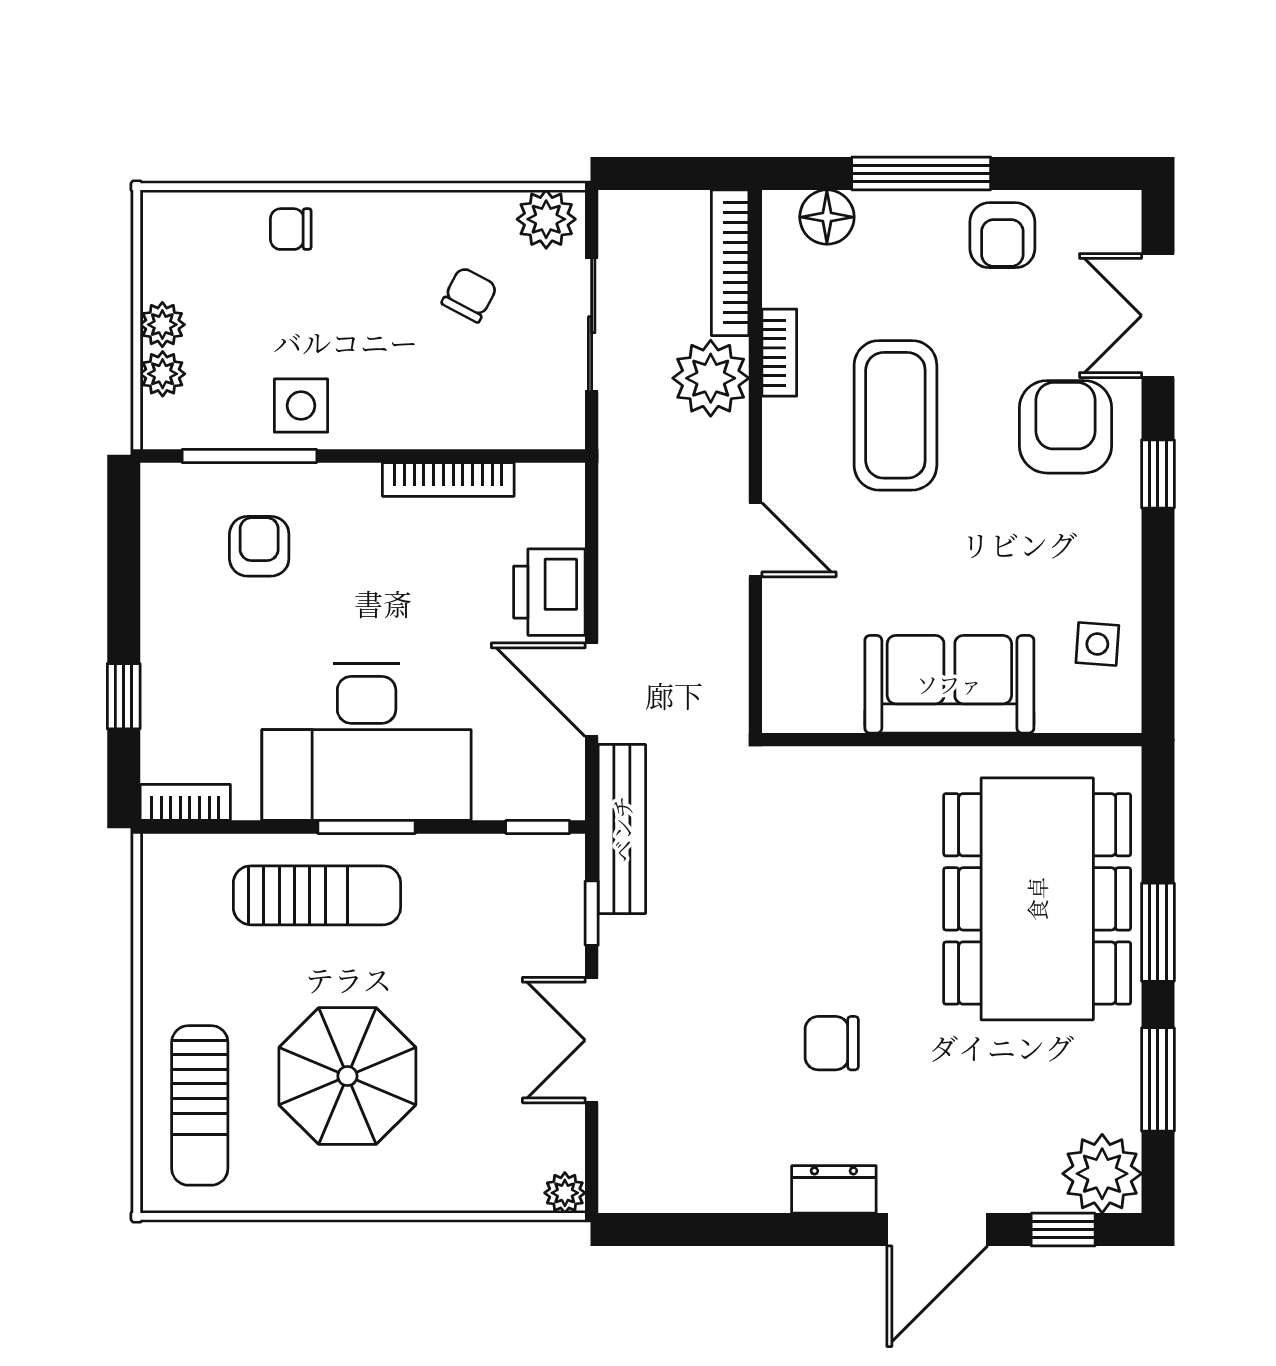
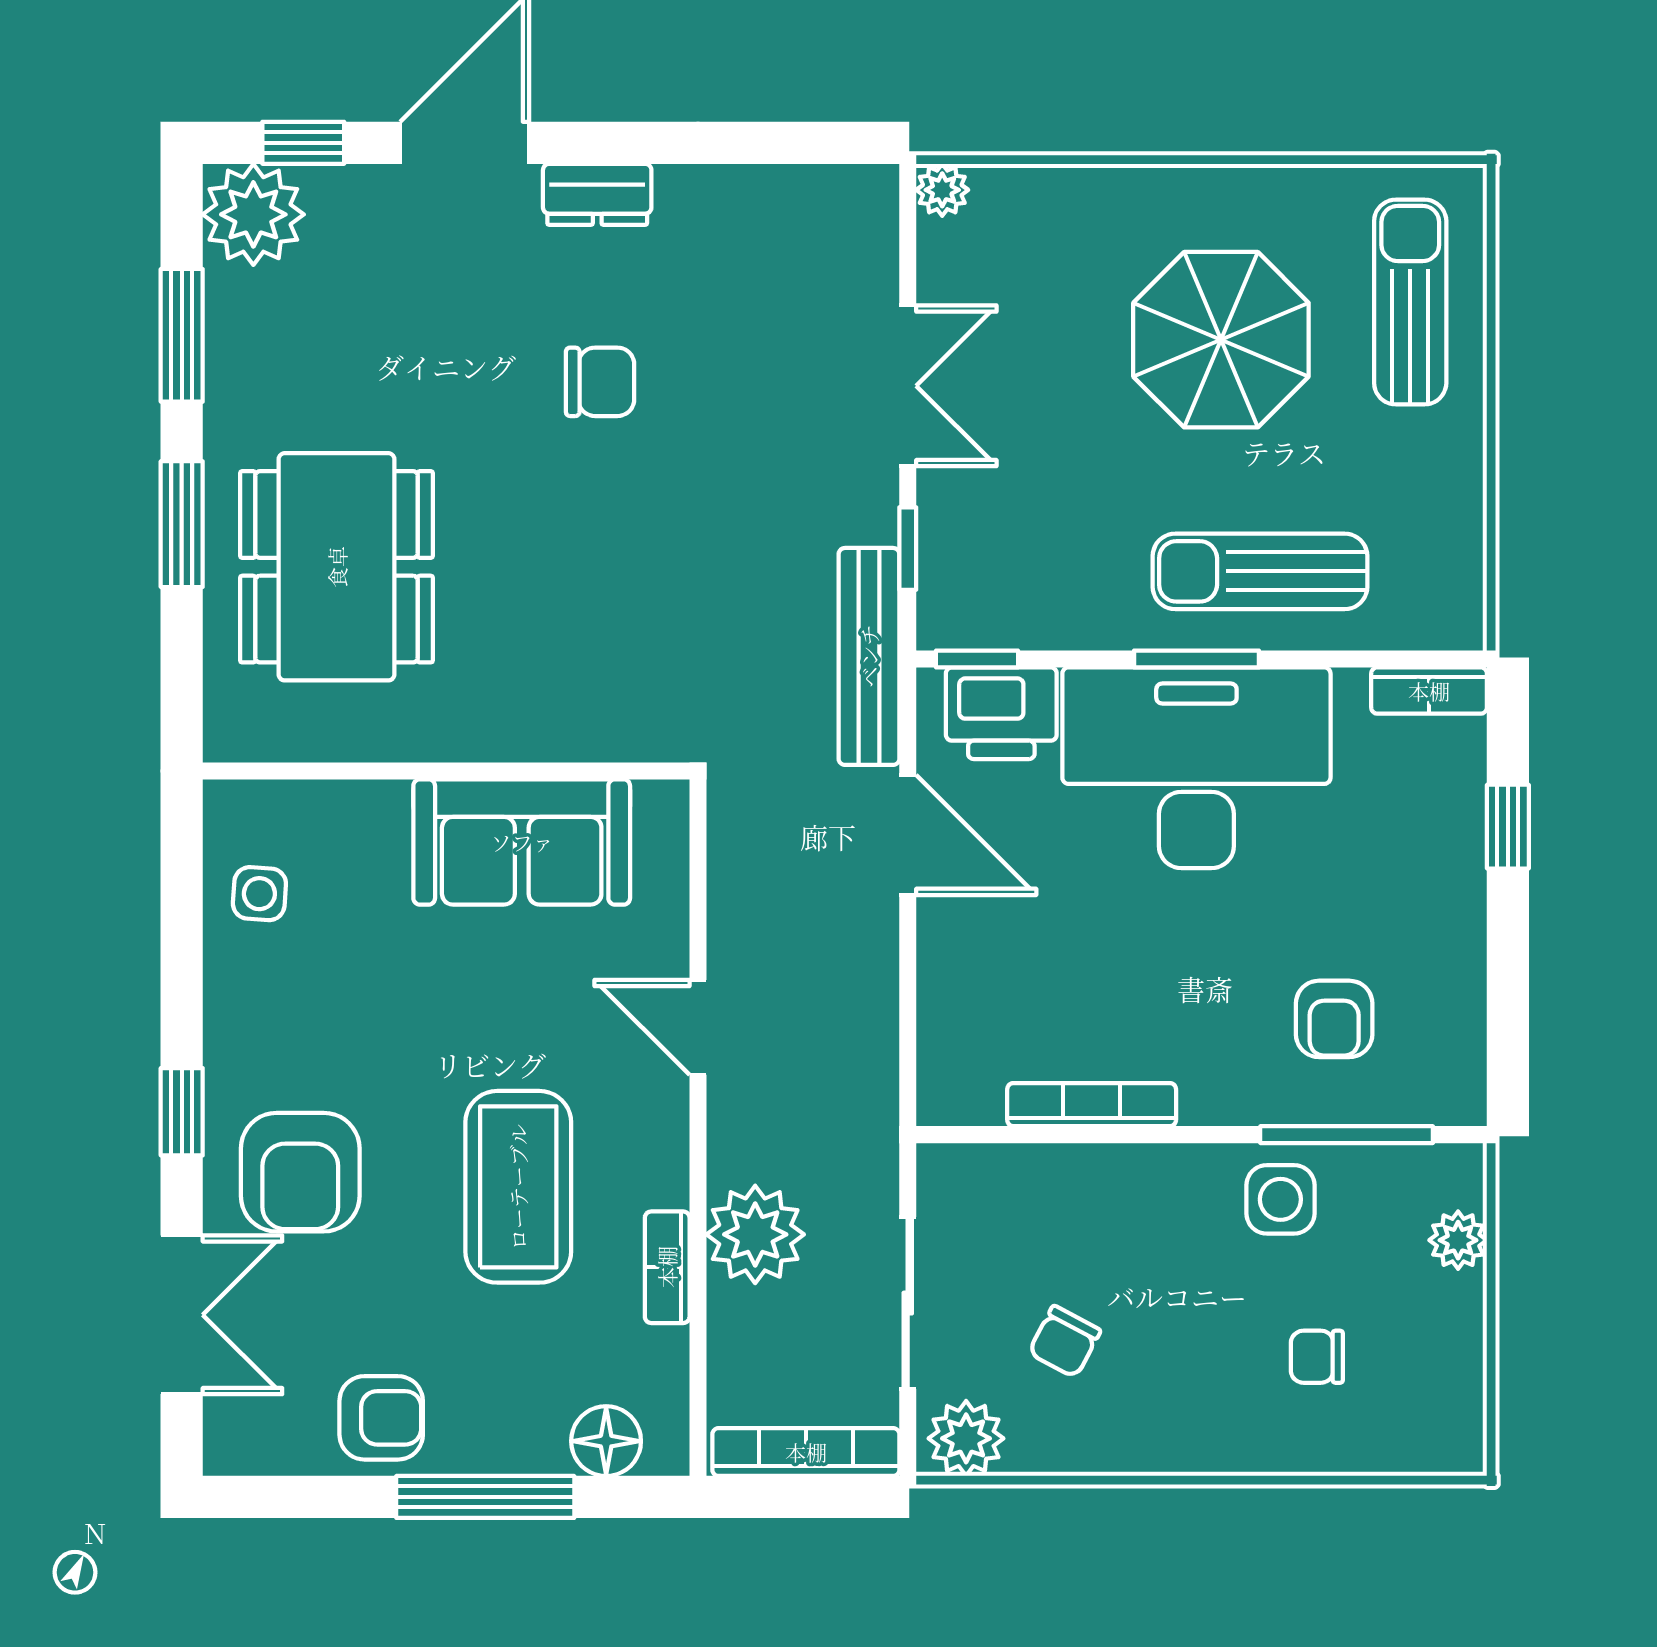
chair: (291, 229) -> (1317, 1357), moved, turned 180
armchair: (1002, 235) -> (381, 1418), turned 90
bookcase: (730, 263) -> (806, 1452), moved, turned -90
plant: (162, 325) -> (1458, 1303), removed
printer: (549, 592) -> (1001, 713), moved, turned 90
sofa: (949, 684) -> (522, 842), moved
dining table: (1037, 899) -> (337, 567), width x0.73, depth x0.80

